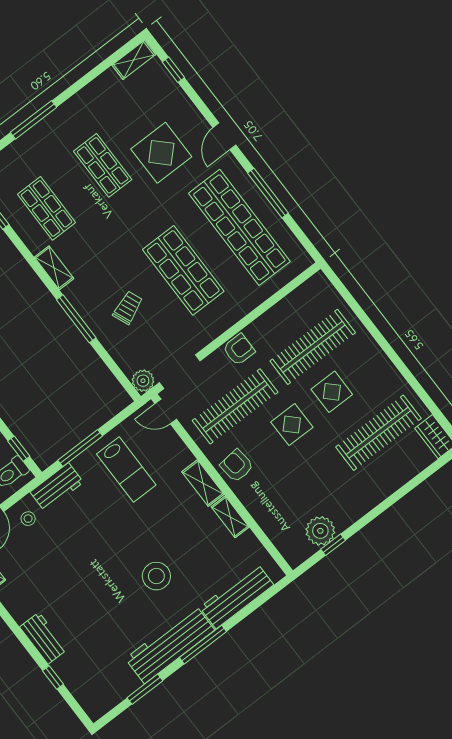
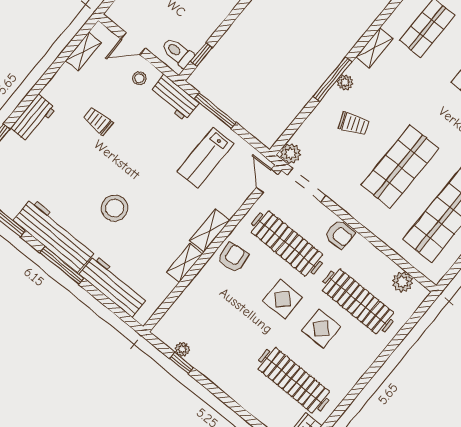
plant: (303, 296) -> (403, 282), added
plant: (83, 307) -> (345, 83), added
plant: (320, 531) -> (182, 349), width x0.53, depth x0.53
trolley: (62, 572) -> (98, 121), added

